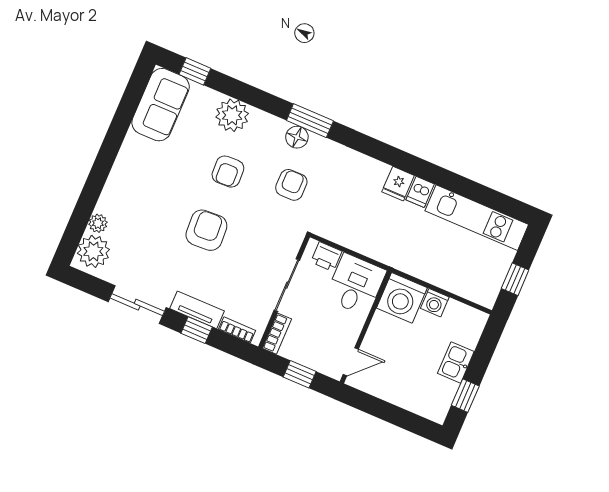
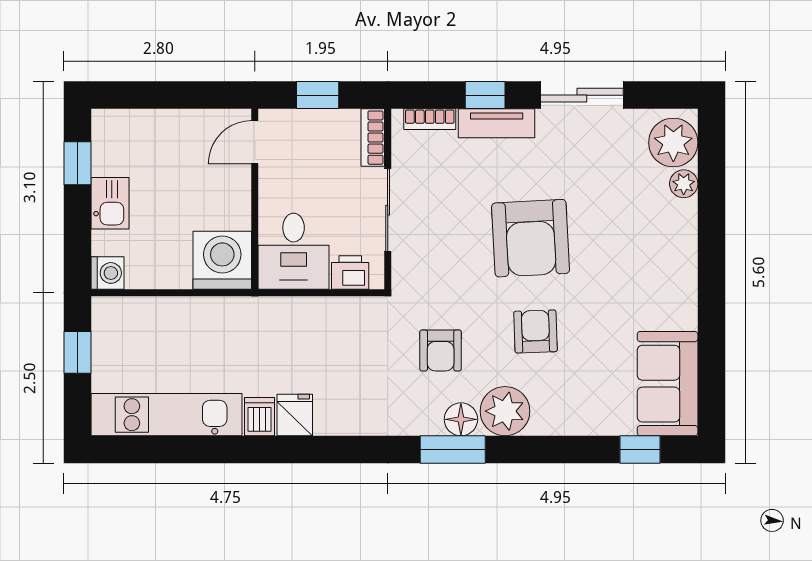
plant: (232, 115) -> (505, 411), moved
armchair: (206, 230) -> (531, 238), width x1.36, depth x1.36
washing machine: (435, 303) -> (108, 273), moved, turned 90

